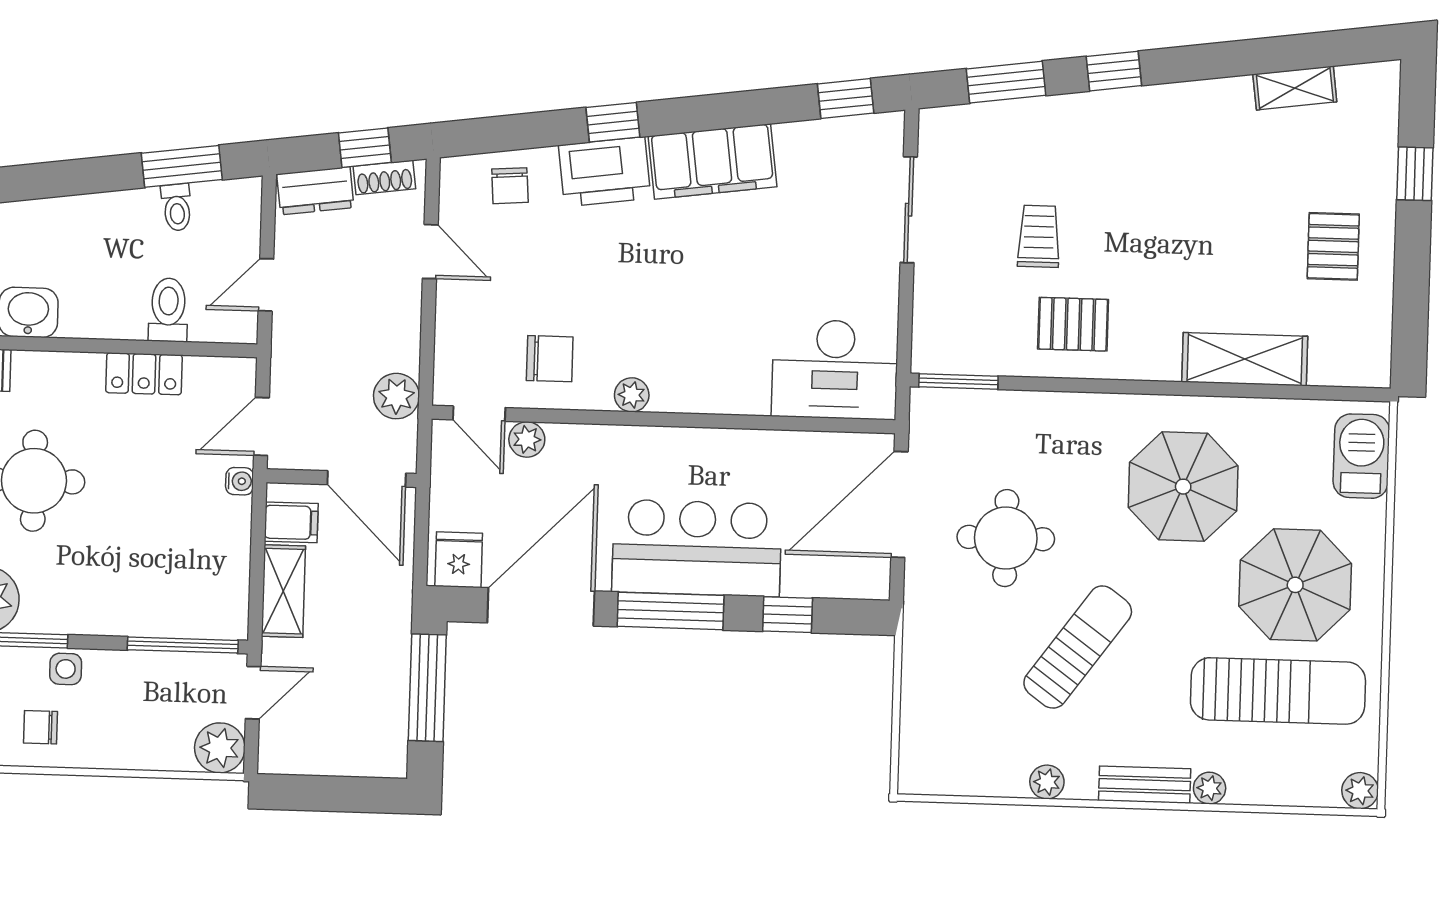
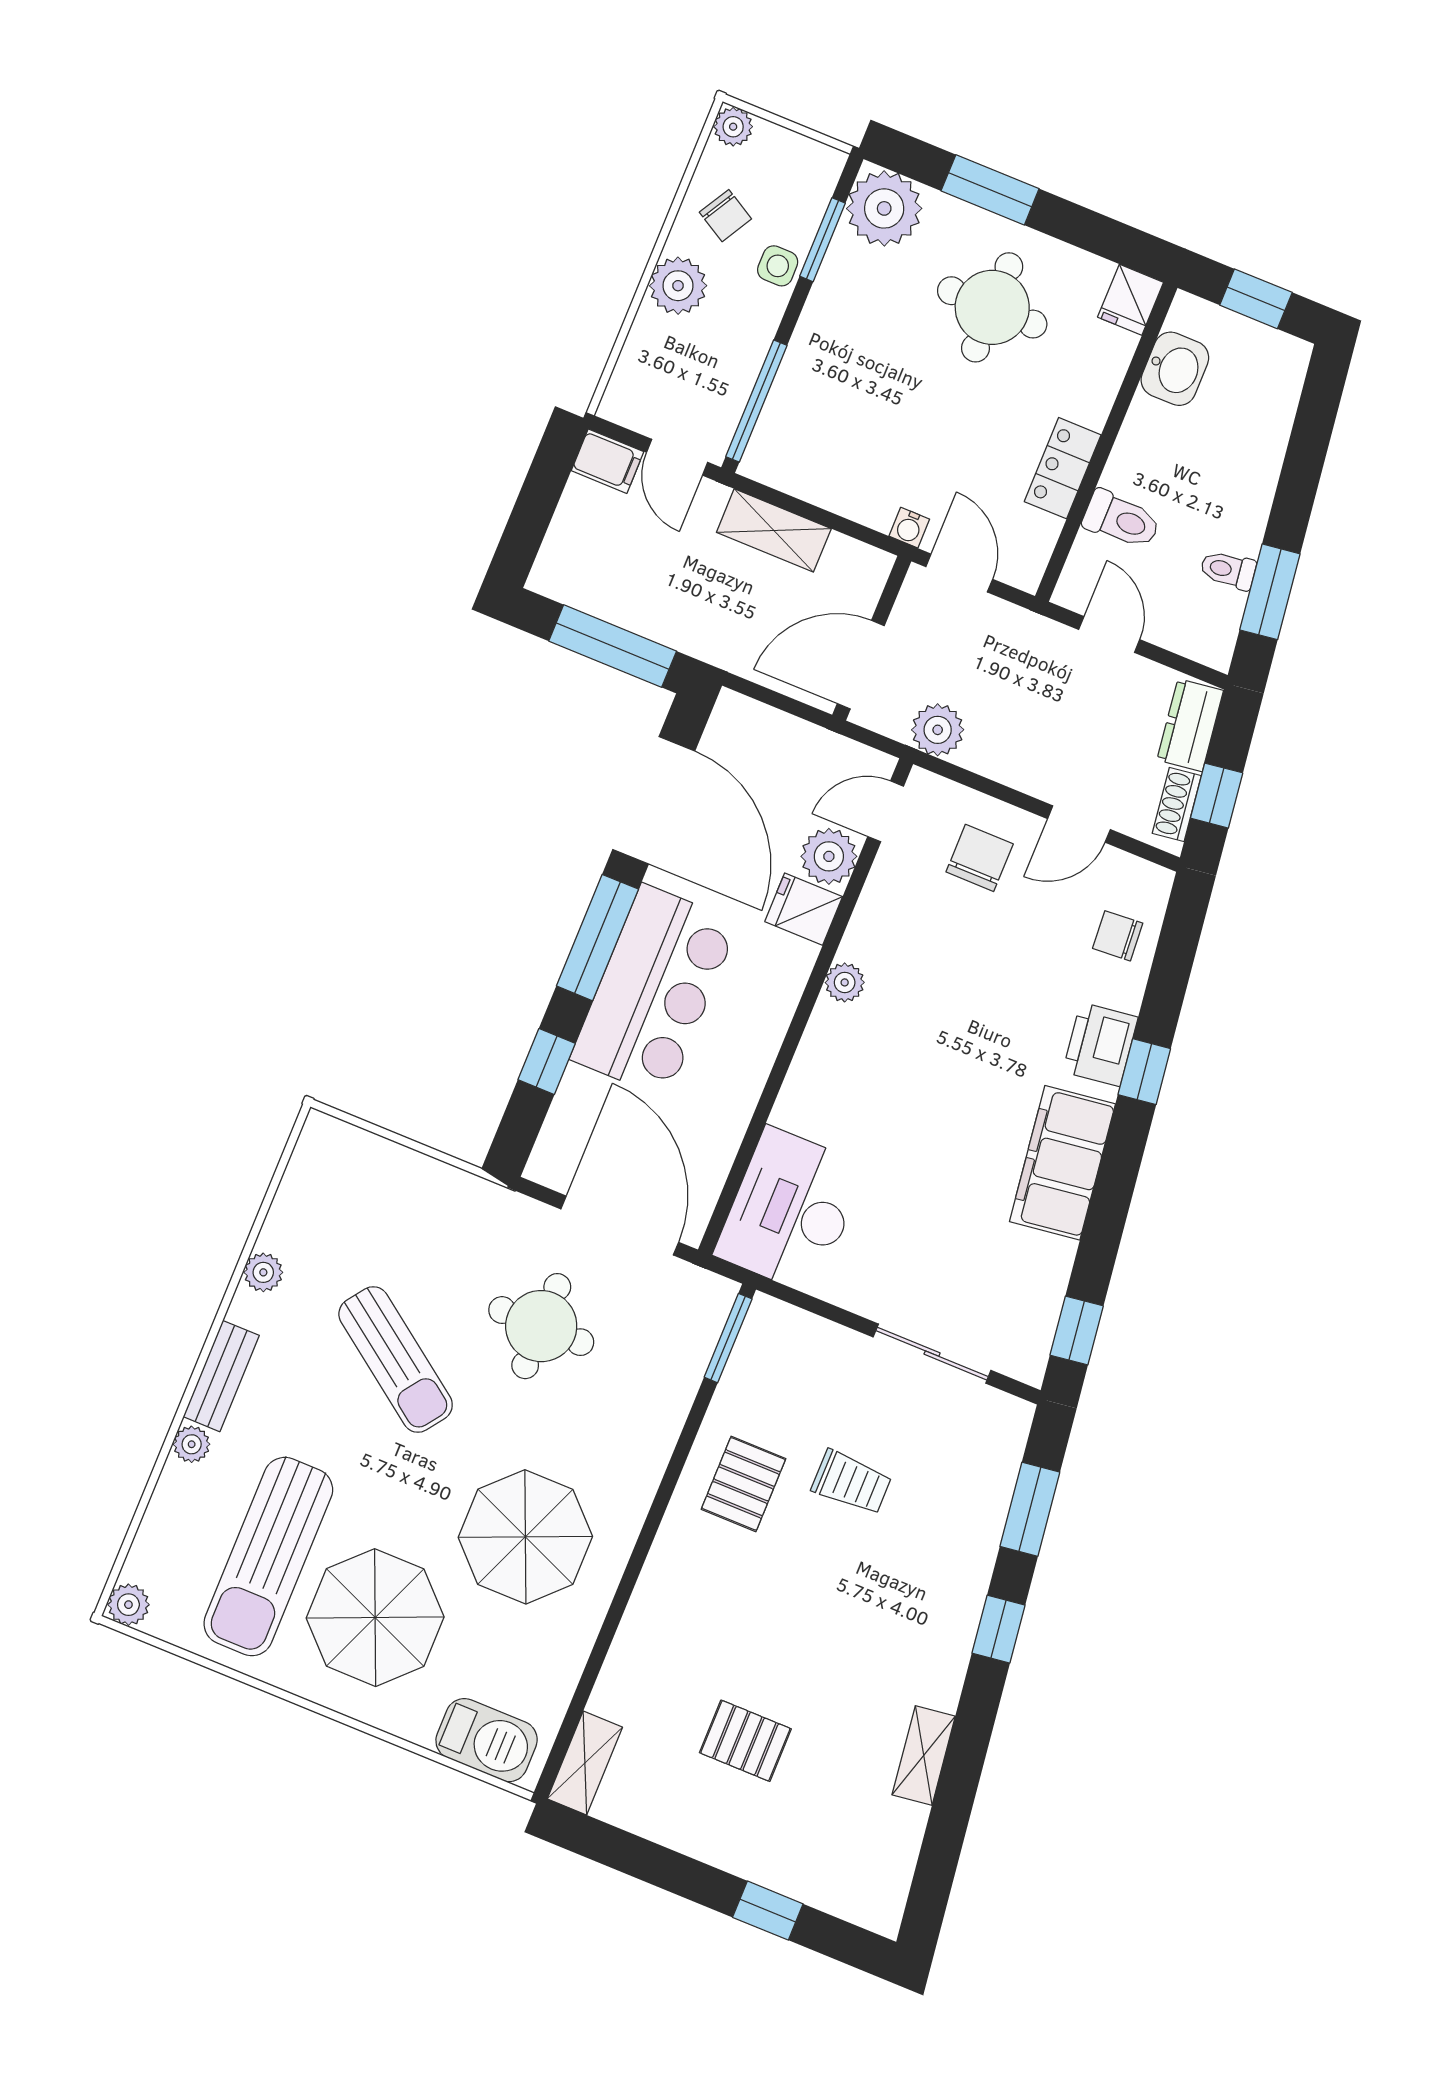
shelving: (1295, 88) -> (924, 1756), moved
printer: (605, 172) -> (1100, 1044), width x0.73, depth x0.84
pallet: (1333, 246) -> (745, 1741), moved
chair: (550, 359) -> (980, 858), moved, turned 180
shelving: (1245, 359) -> (585, 1763), moved, width x0.67, depth x0.75
plant: (527, 439) -> (829, 856), width x1.38, depth x1.38
filing cabinet: (291, 522) -> (608, 461), moved, turned -90
fridge: (459, 560) -> (804, 909), moved, turned 180
chair: (40, 727) -> (725, 216), turned 120
plant: (220, 748) -> (678, 286), moved

